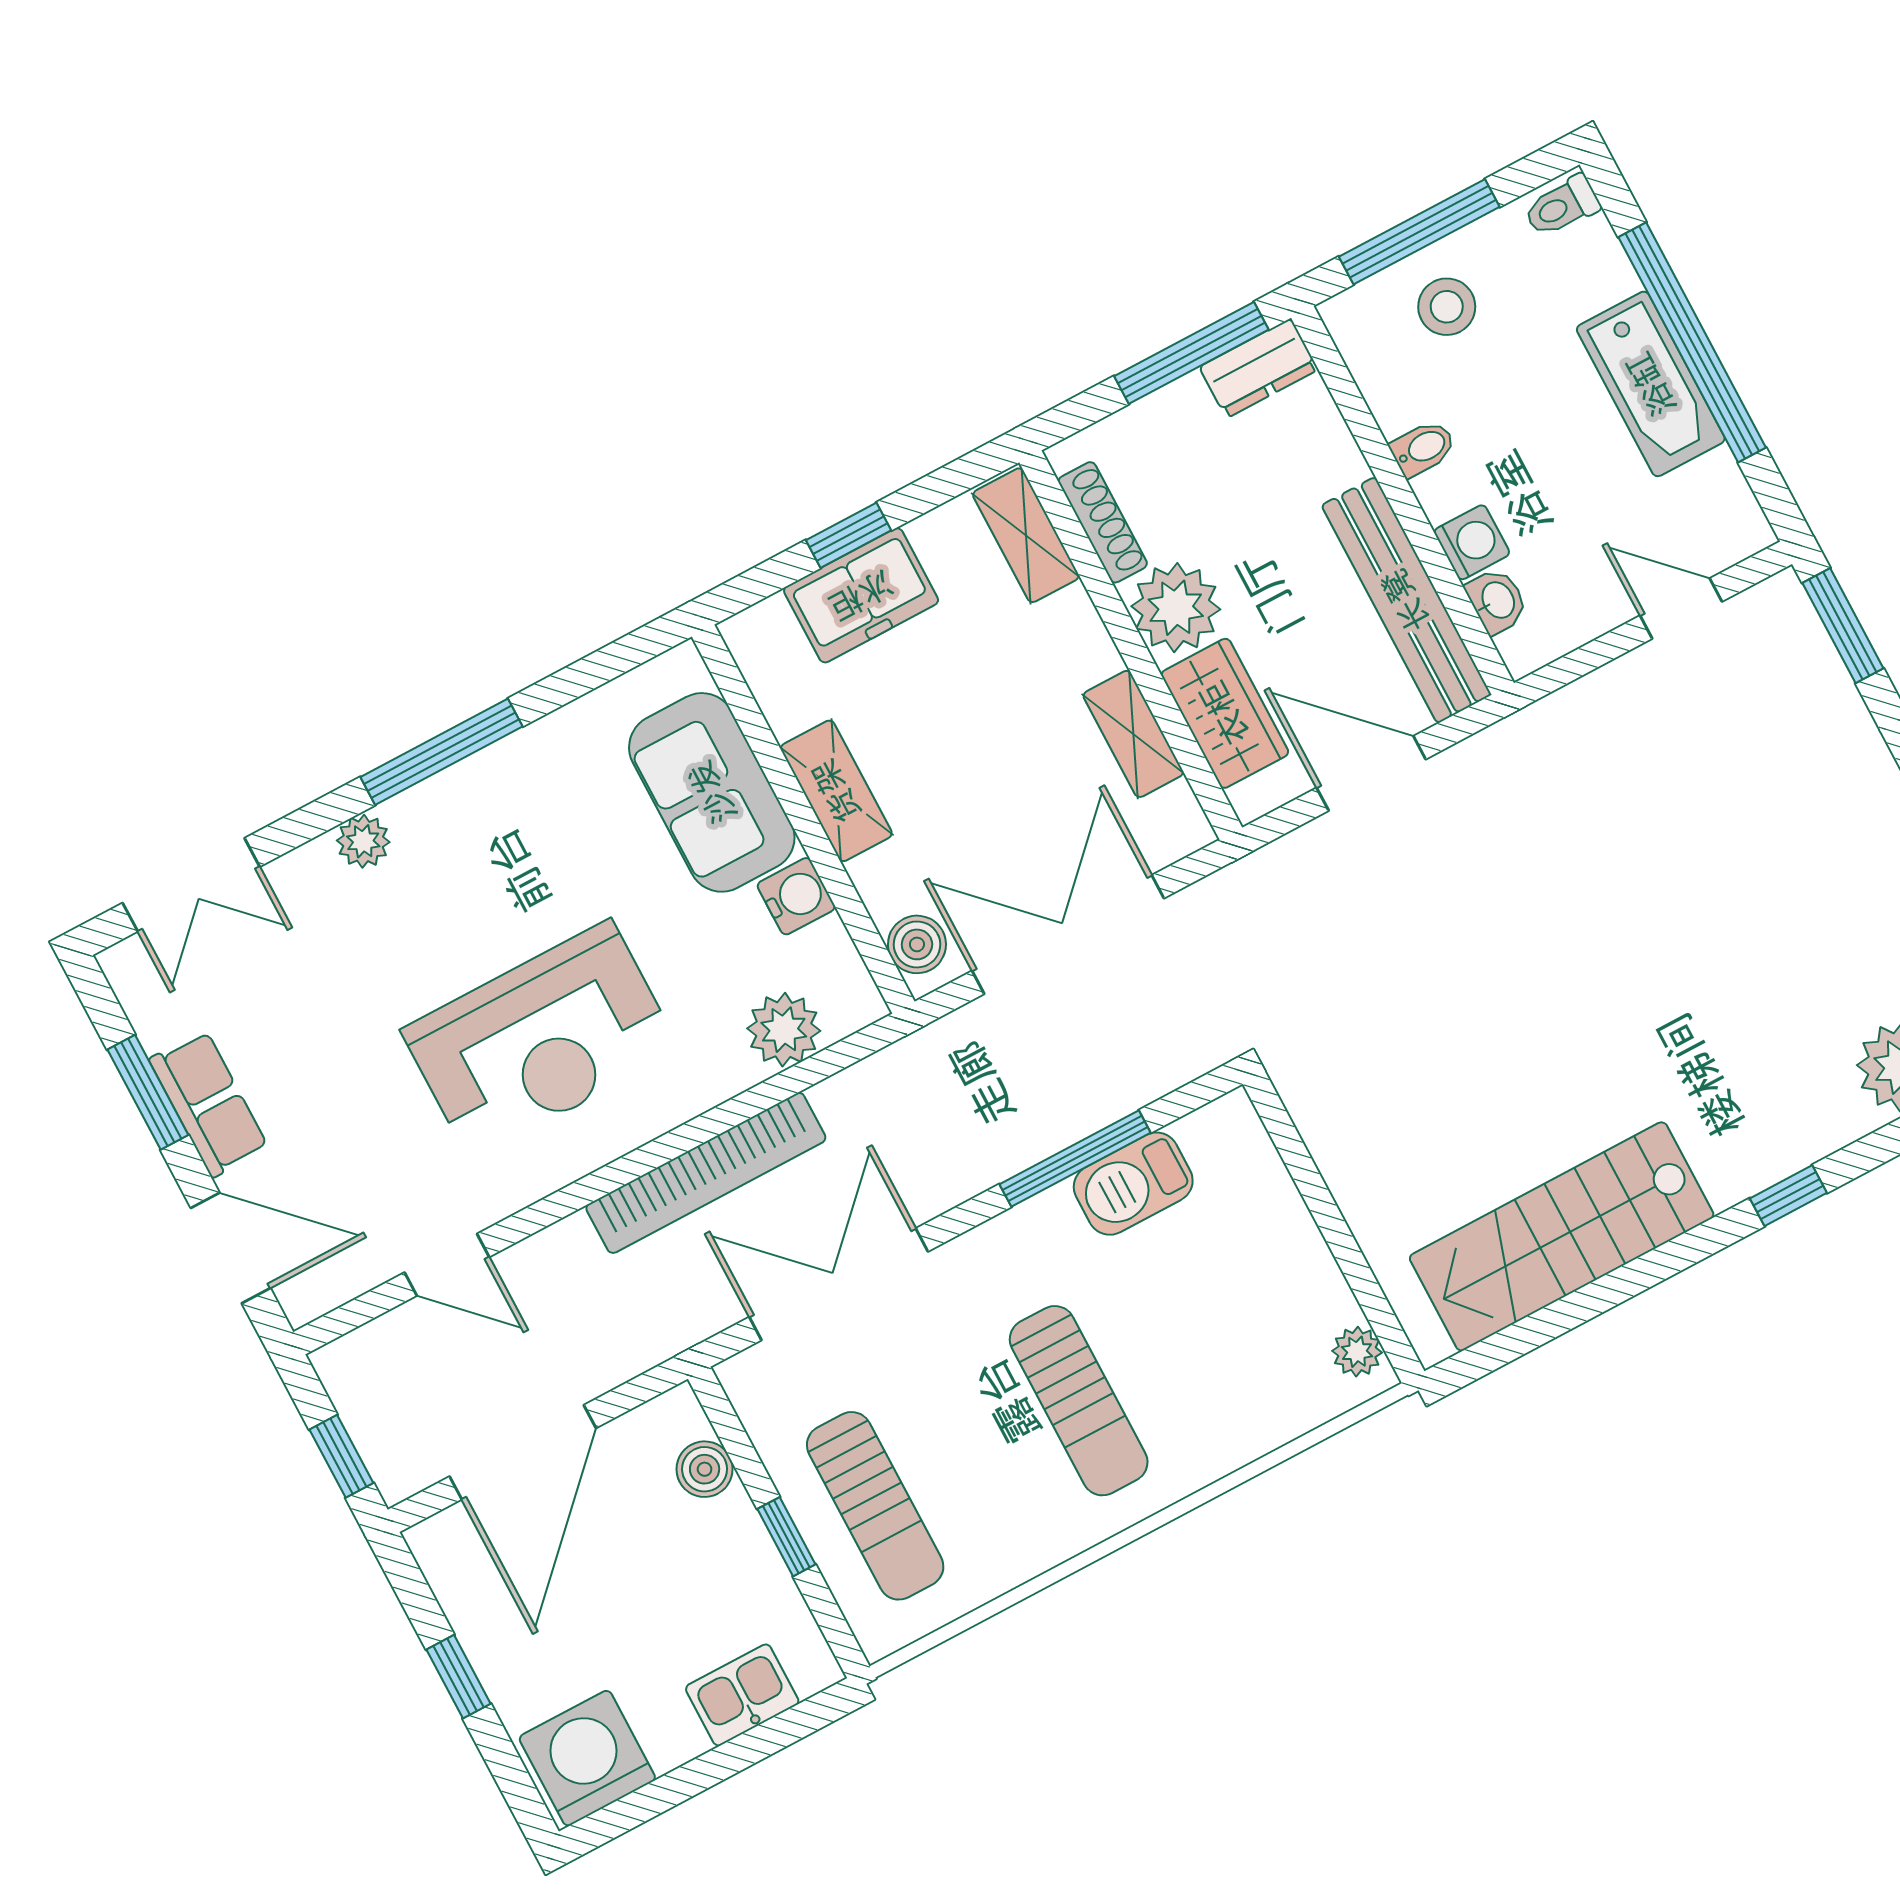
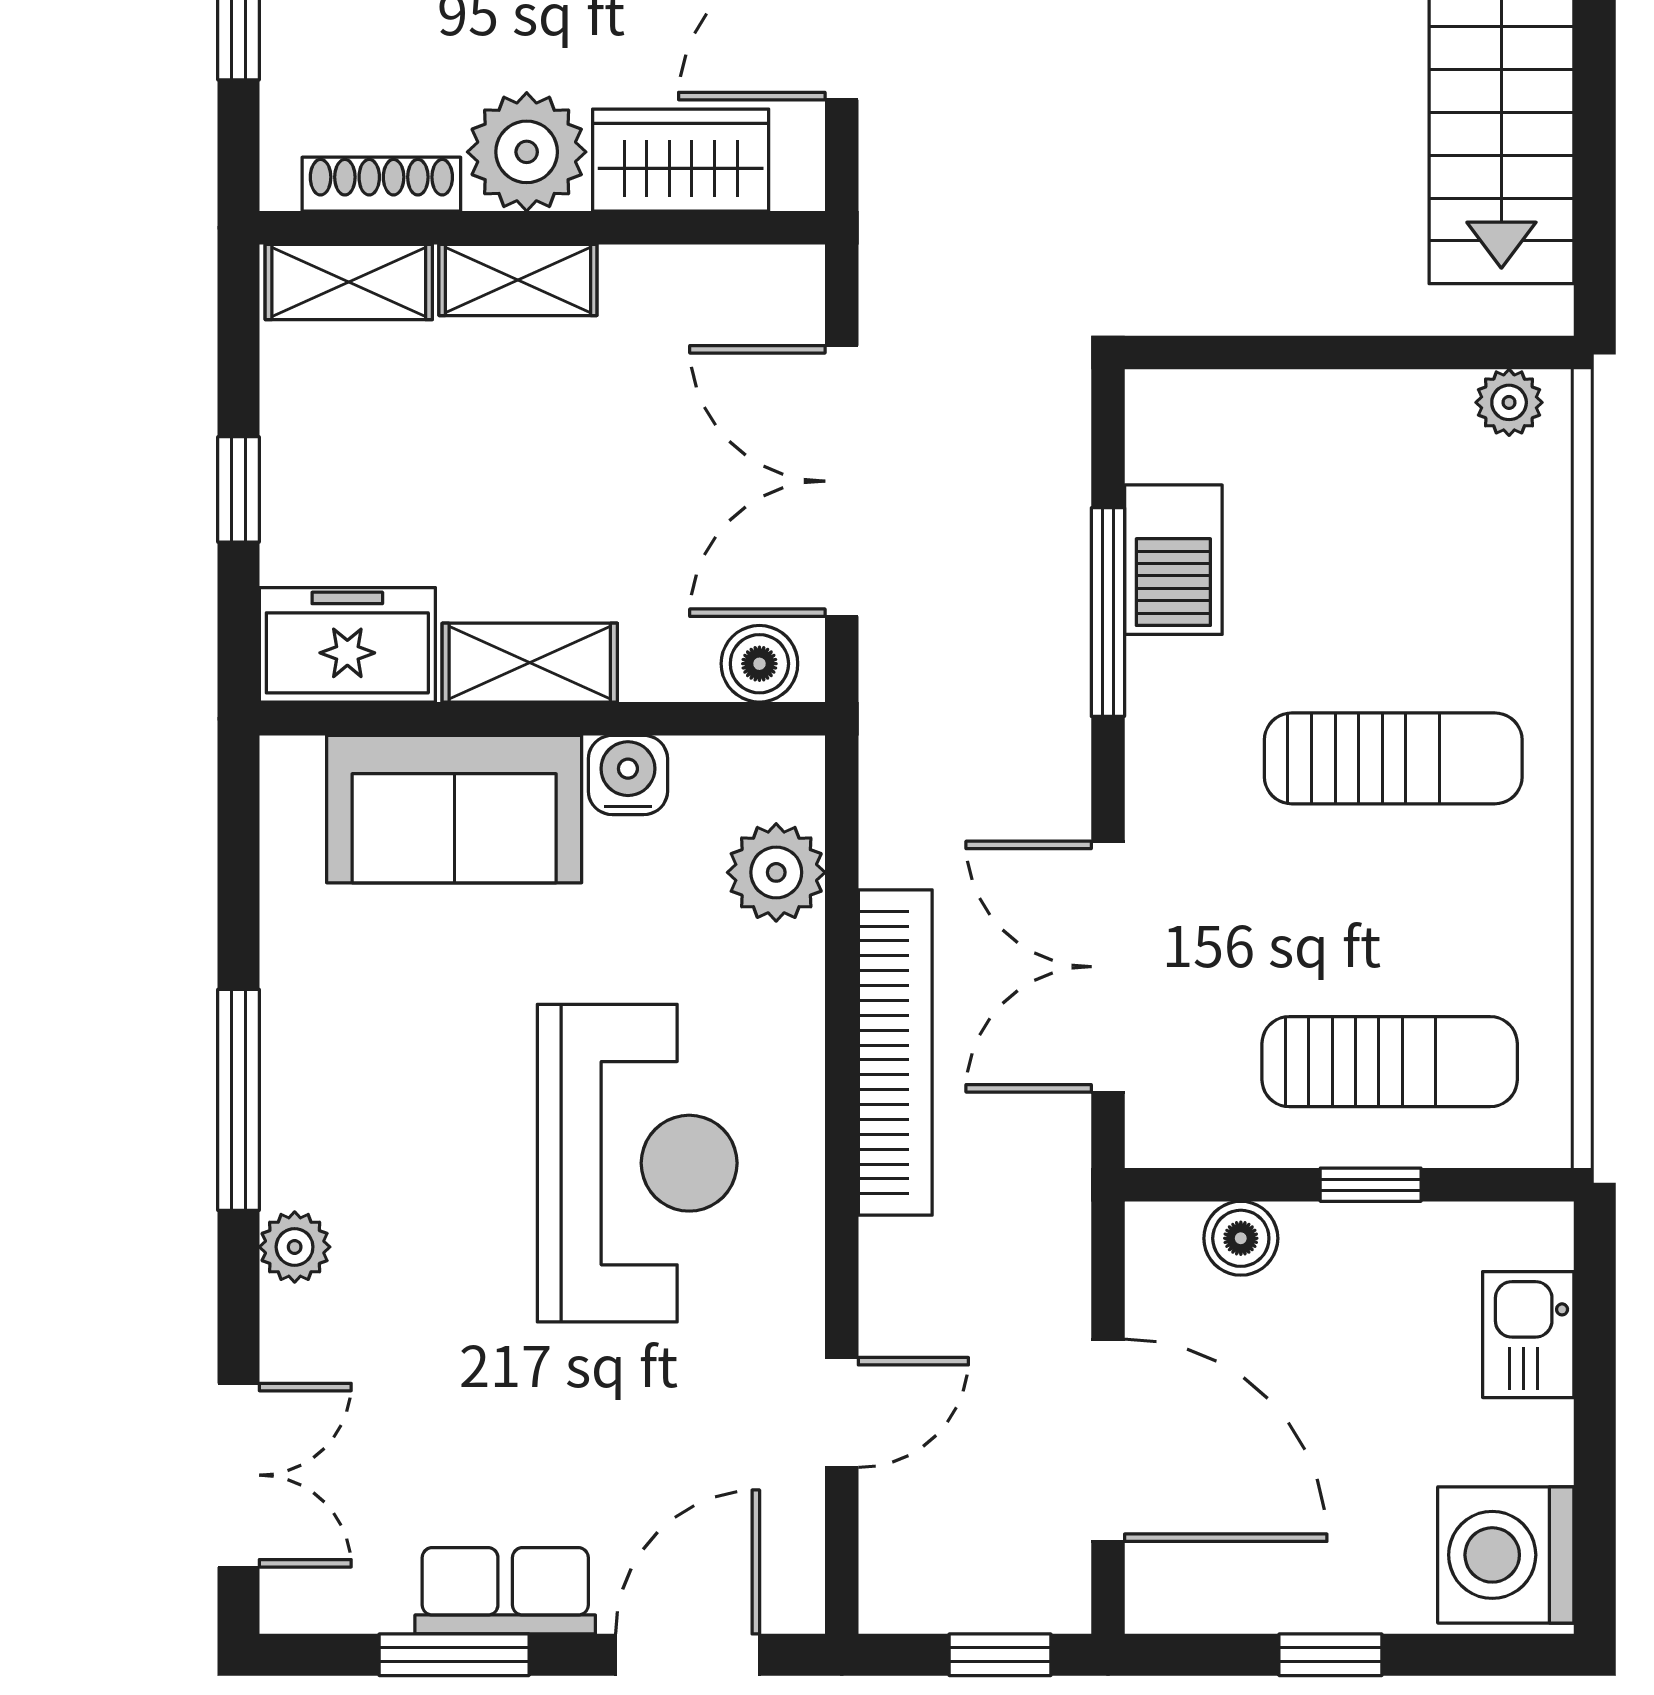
freezer: (861, 595) -> (347, 645), moved, turned -90
shelving: (1133, 734) -> (518, 280), moved

